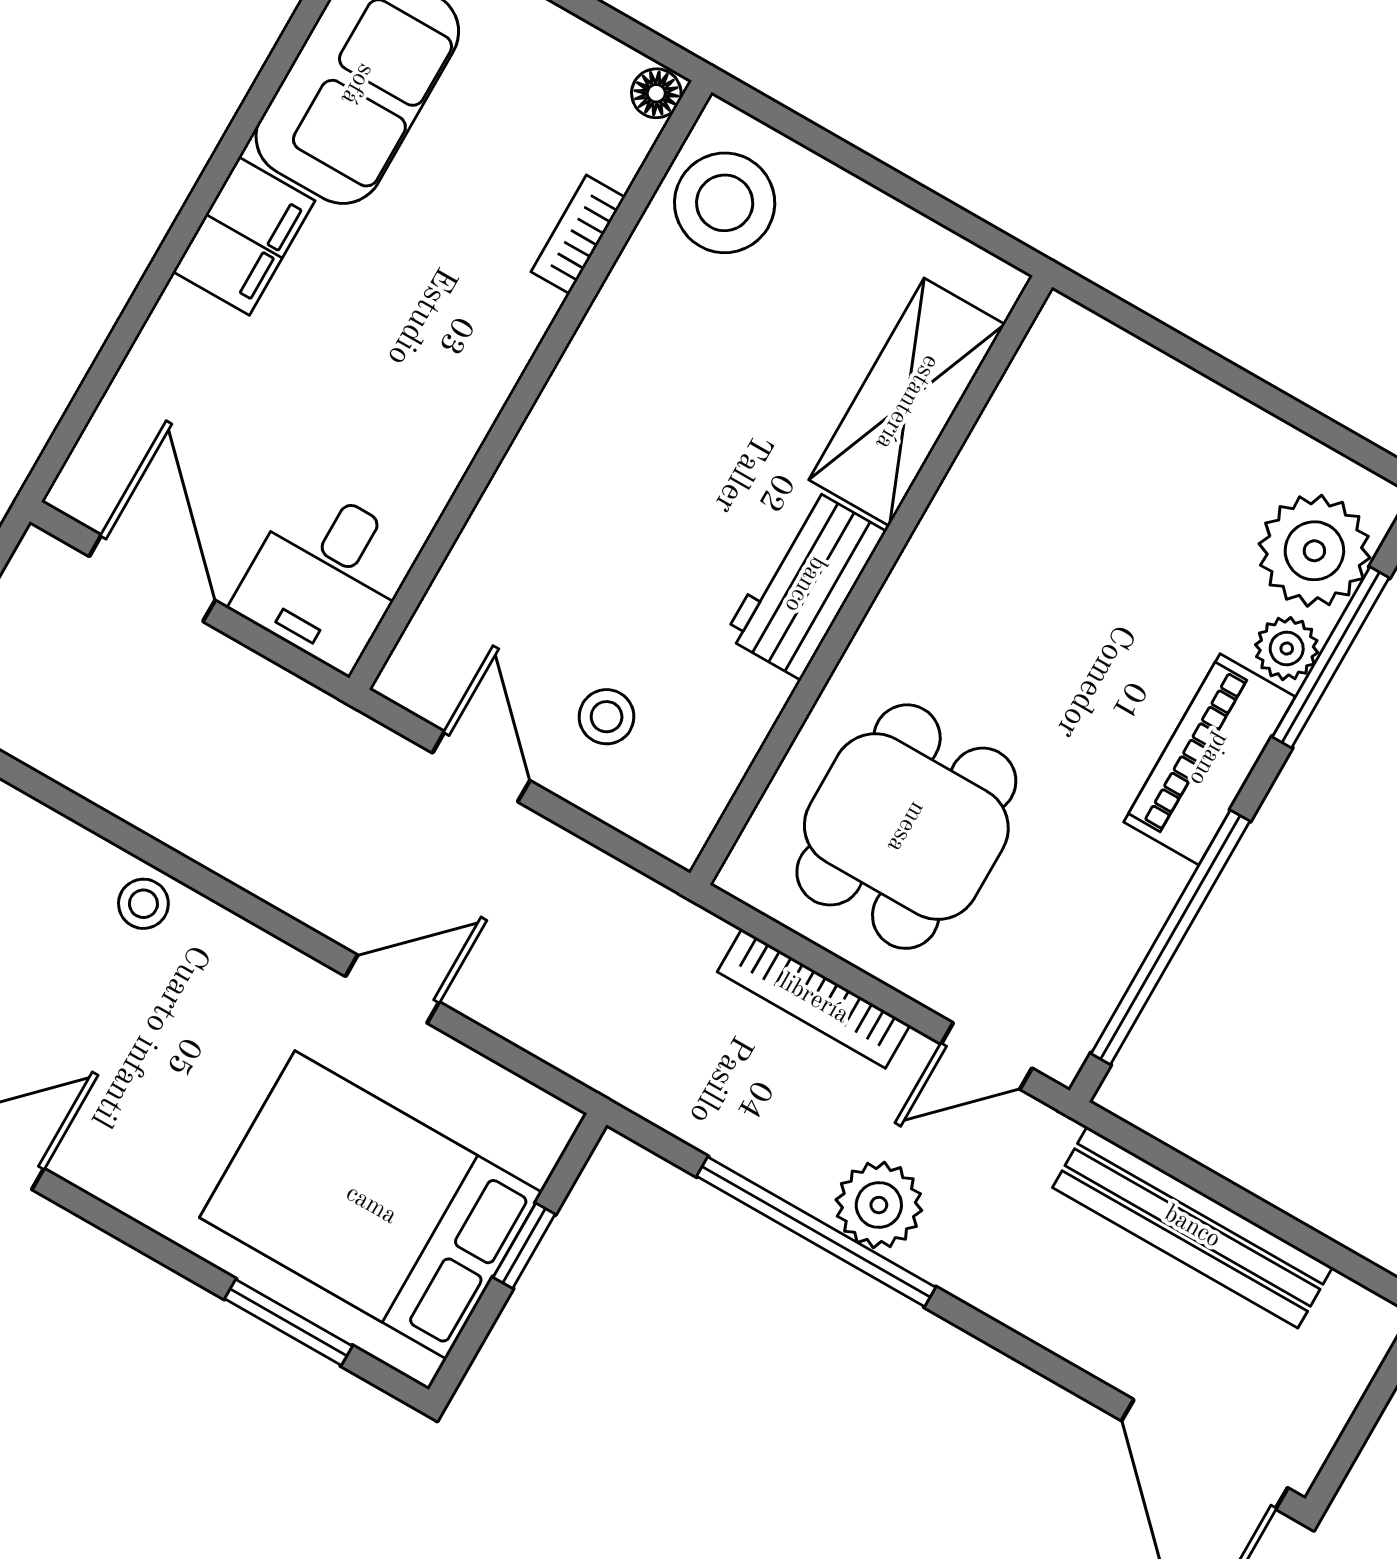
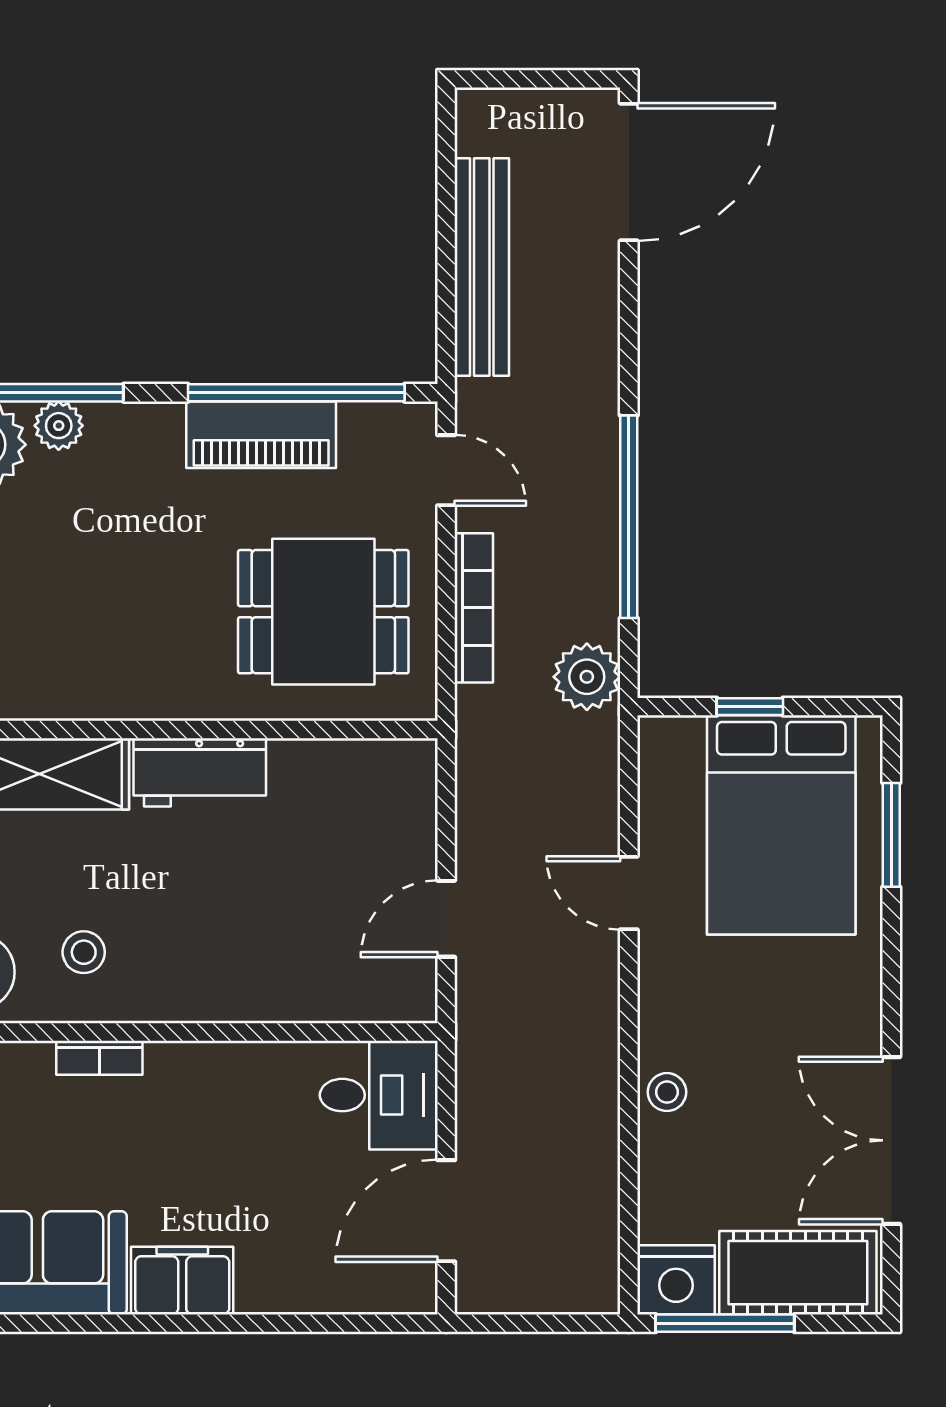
bookcase: (578, 234) -> (99, 1058), moved
stool: (607, 717) -> (84, 952), moved
piano: (1209, 759) -> (261, 435), moved
plant: (879, 1205) -> (587, 677), moved

